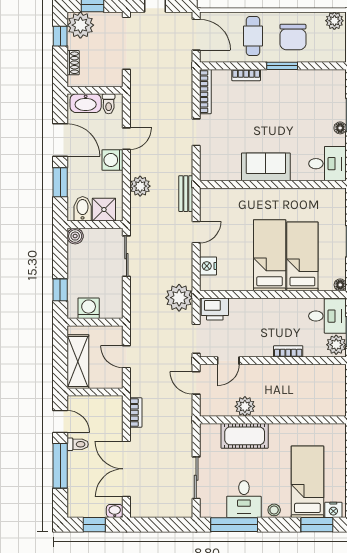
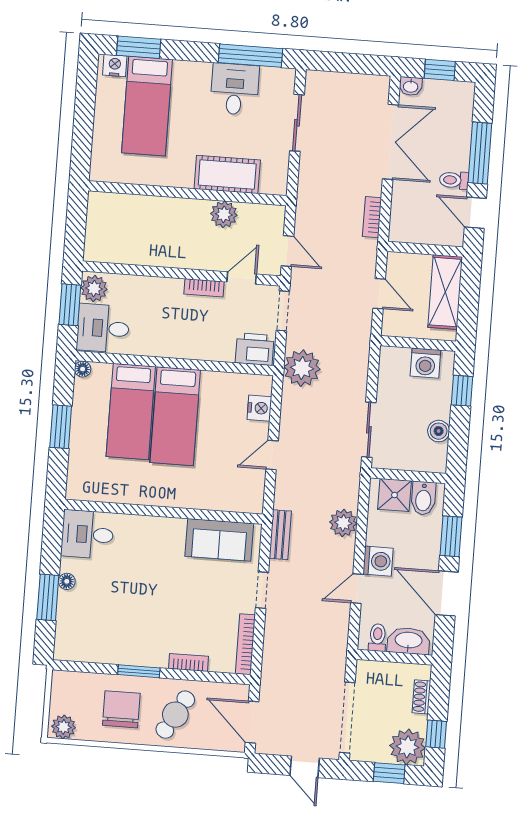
cafe table: (253, 36) -> (175, 715), turned 30
sofa: (266, 167) -> (219, 540), moved
bench: (186, 194) -> (280, 535), moved
boiler: (75, 236) -> (439, 431), moved
bookcase: (288, 351) -> (204, 288), moved
stool: (274, 510) -> (195, 71), removed

